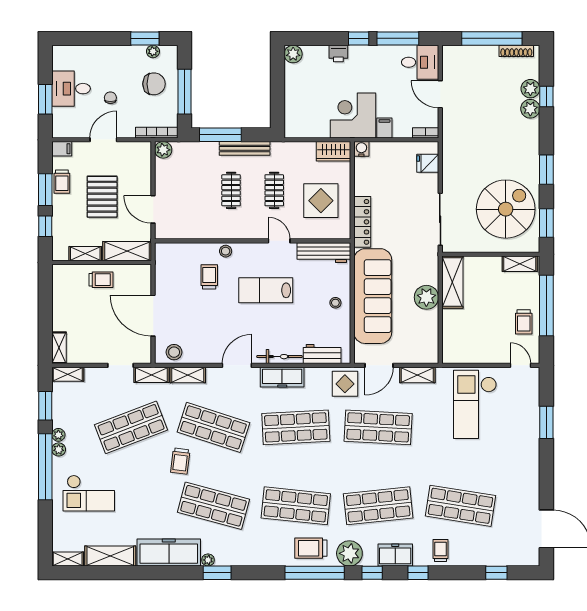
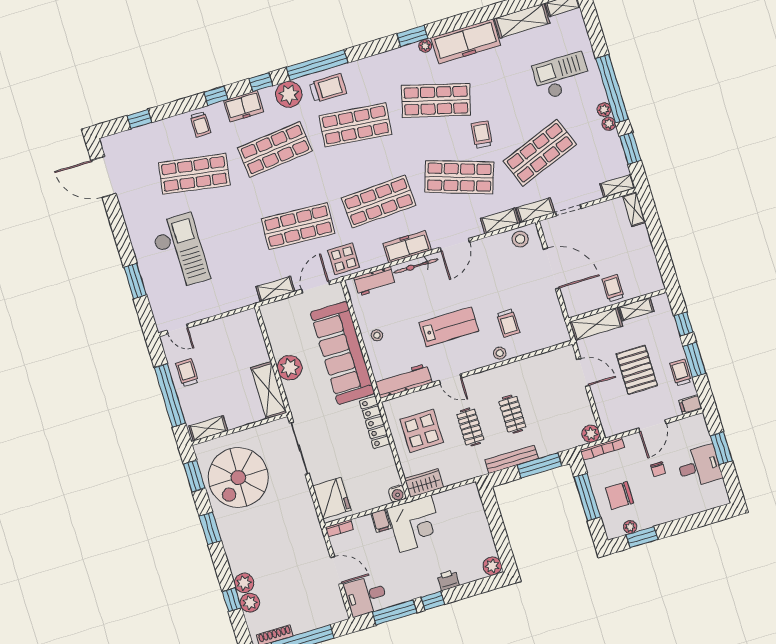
fridge: (428, 163) -> (332, 498), width x1.88, depth x1.34
trolley: (101, 280) -> (613, 288), turned 90
checkout: (475, 404) -> (180, 251), moved

